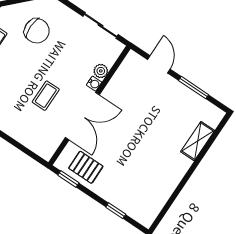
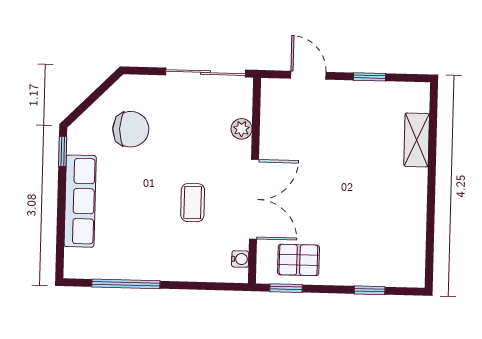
sliding door: (101, 25) -> (205, 73), width x1.37
water cooler: (94, 84) -> (240, 259), moved
window: (193, 88) -> (369, 77), width x0.67

